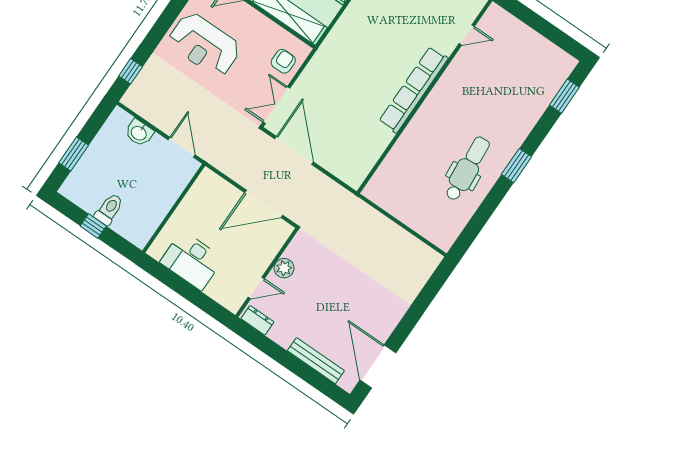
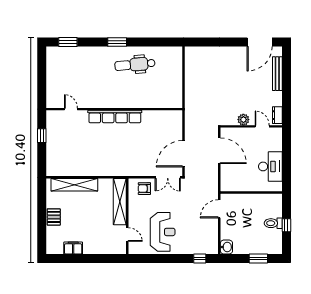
washbasin: (139, 133) -> (226, 247), moved

